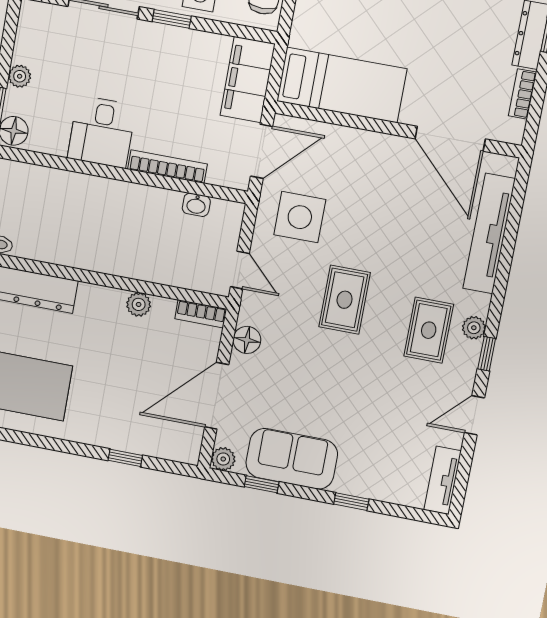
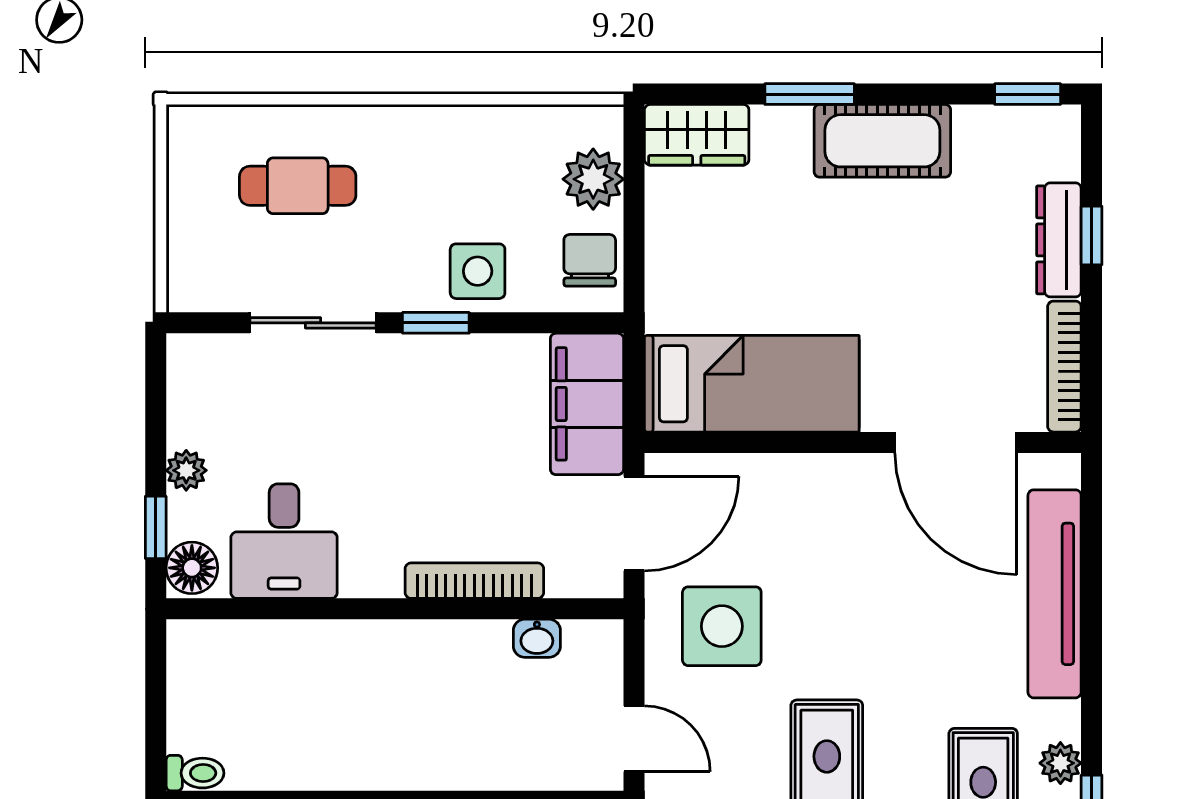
bookcase: (522, 94) -> (1064, 367), width x1.56
desk: (102, 132) -> (284, 541), moved

